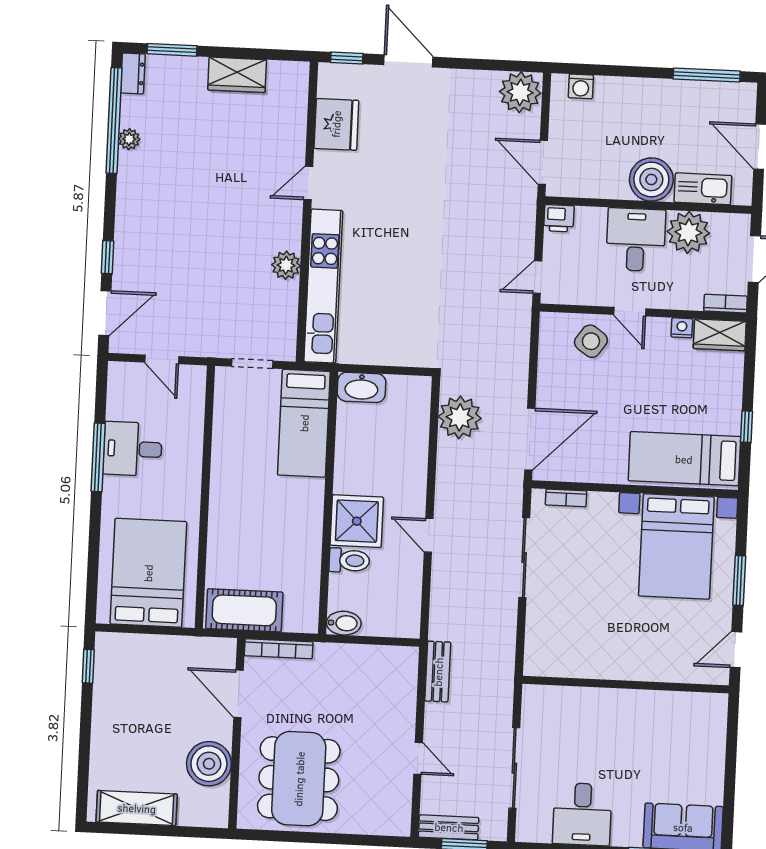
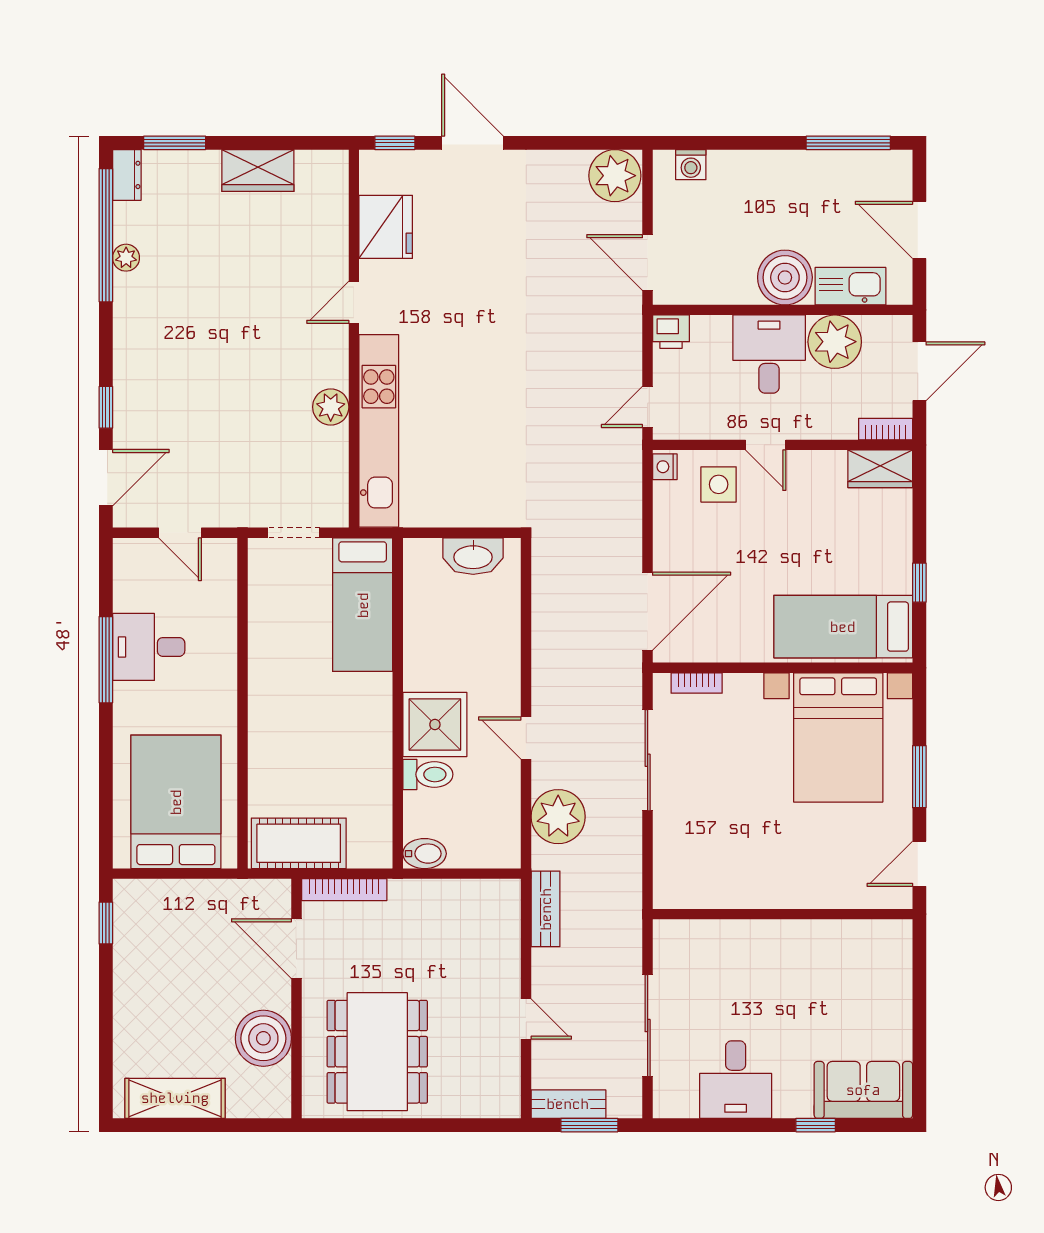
nightstand: (682, 328) -> (665, 467), moved, turned -90
side table: (591, 341) -> (719, 484), turned -35
washbasin: (361, 387) -> (473, 556), moved
plant: (460, 417) -> (558, 817), moved

